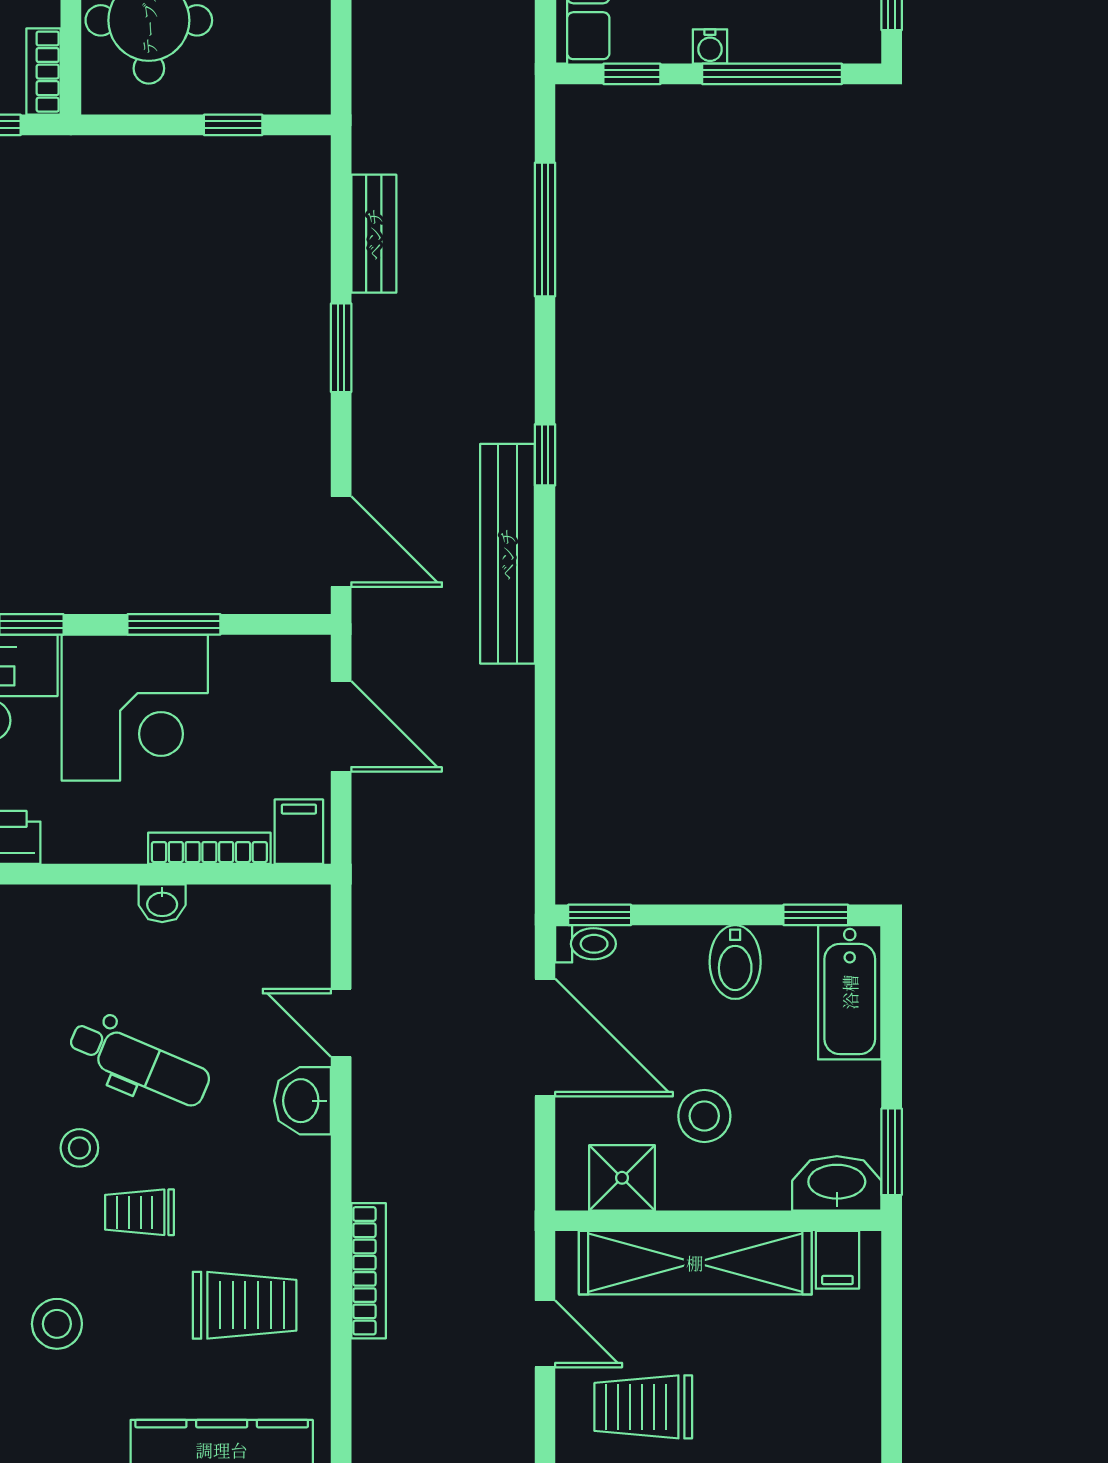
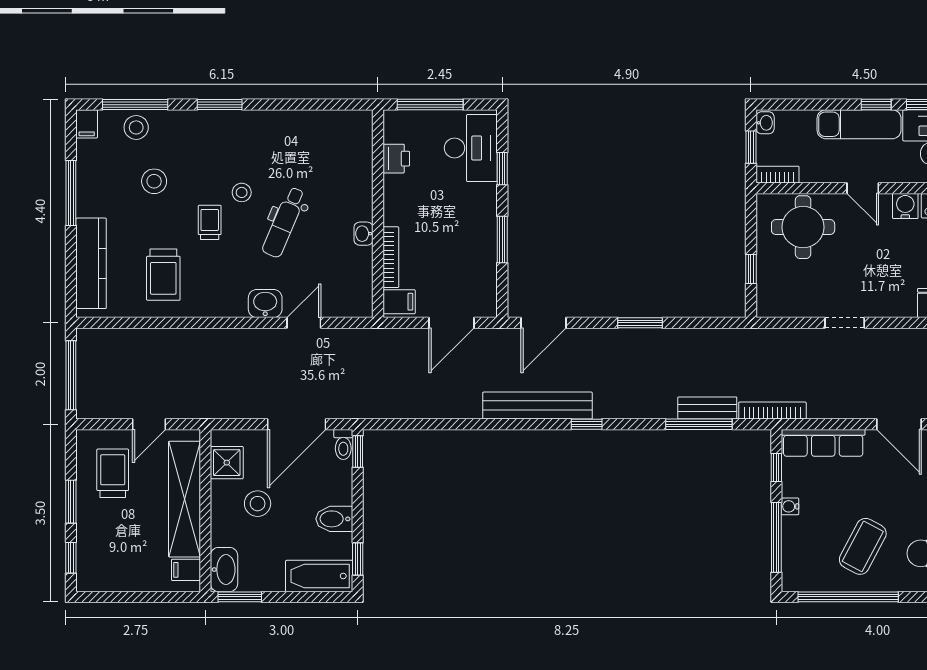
bench: (374, 234) -> (707, 408), moved
corner desk: (135, 708) -> (461, 220), removed
bookcase: (369, 1271) -> (772, 411), moved, turned 180

